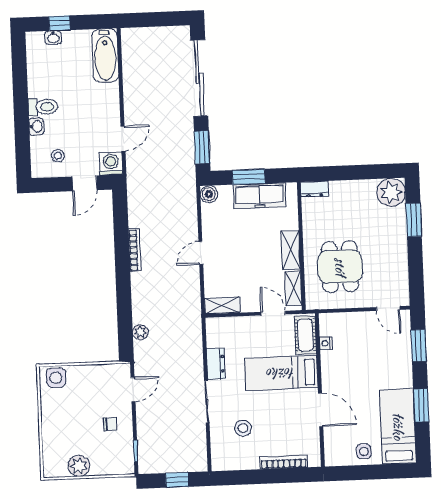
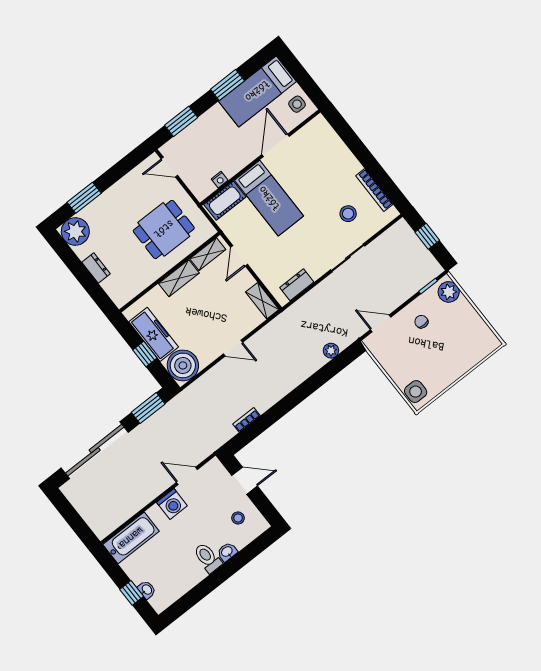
washing machine: (111, 164) -> (172, 504), moved, turned -90
window: (249, 177) -> (145, 354), width x0.67
dresser: (315, 189) -> (96, 268), moved
boiler: (209, 194) -> (183, 365), width x1.86, depth x1.86
bookcase: (135, 250) -> (246, 420), moved, width x0.64
door: (388, 308) -> (169, 167), swing flipped
cot: (305, 335) -> (225, 201), moved
nightstand: (326, 343) -> (220, 180), moved
dresser: (216, 364) -> (297, 285), moved
bed: (281, 373) -> (269, 198), moved
wall: (320, 390) -> (260, 158), moved
door: (321, 410) -> (276, 145), moved
bookcase: (284, 462) -> (374, 190), moved
plant: (79, 466) -> (449, 292), moved

